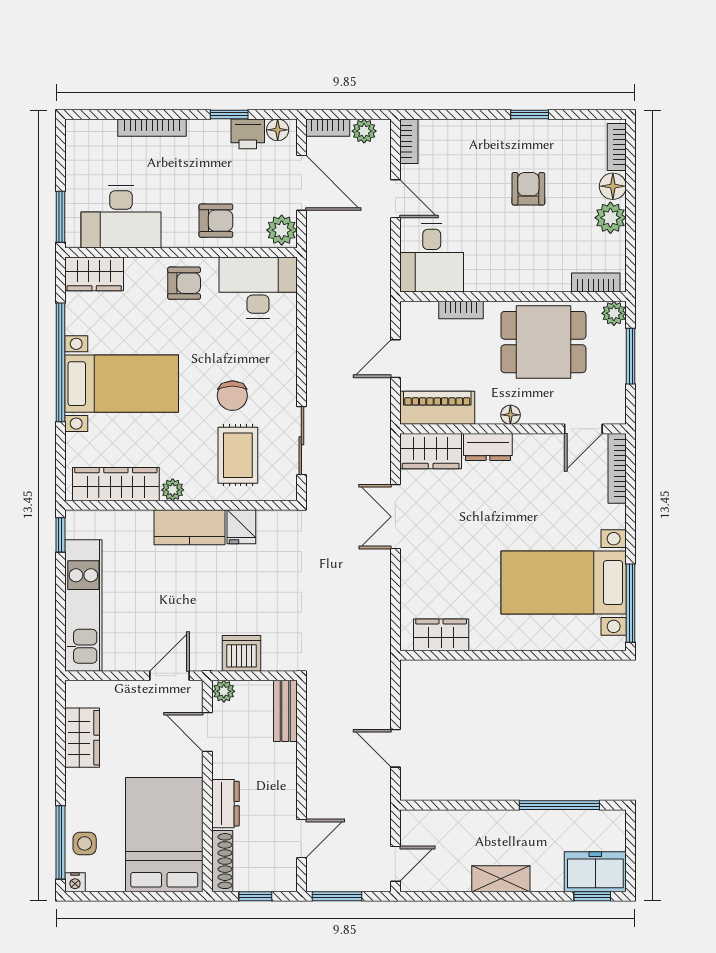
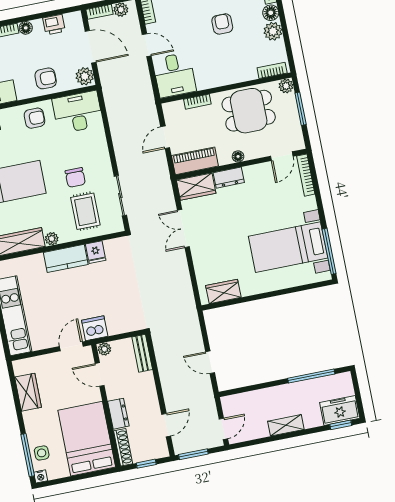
window: (229, 114) -> (41, 16), removed
floor lamp: (278, 130) -> (26, 28), moved
dishwasher: (242, 653) -> (95, 328), moved

